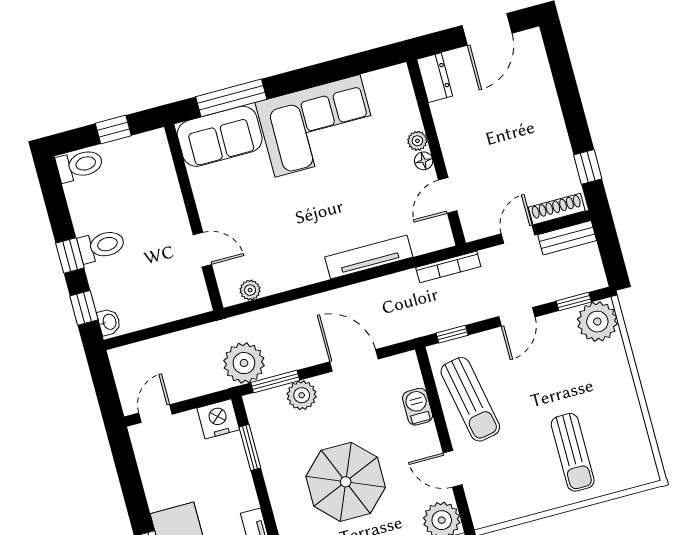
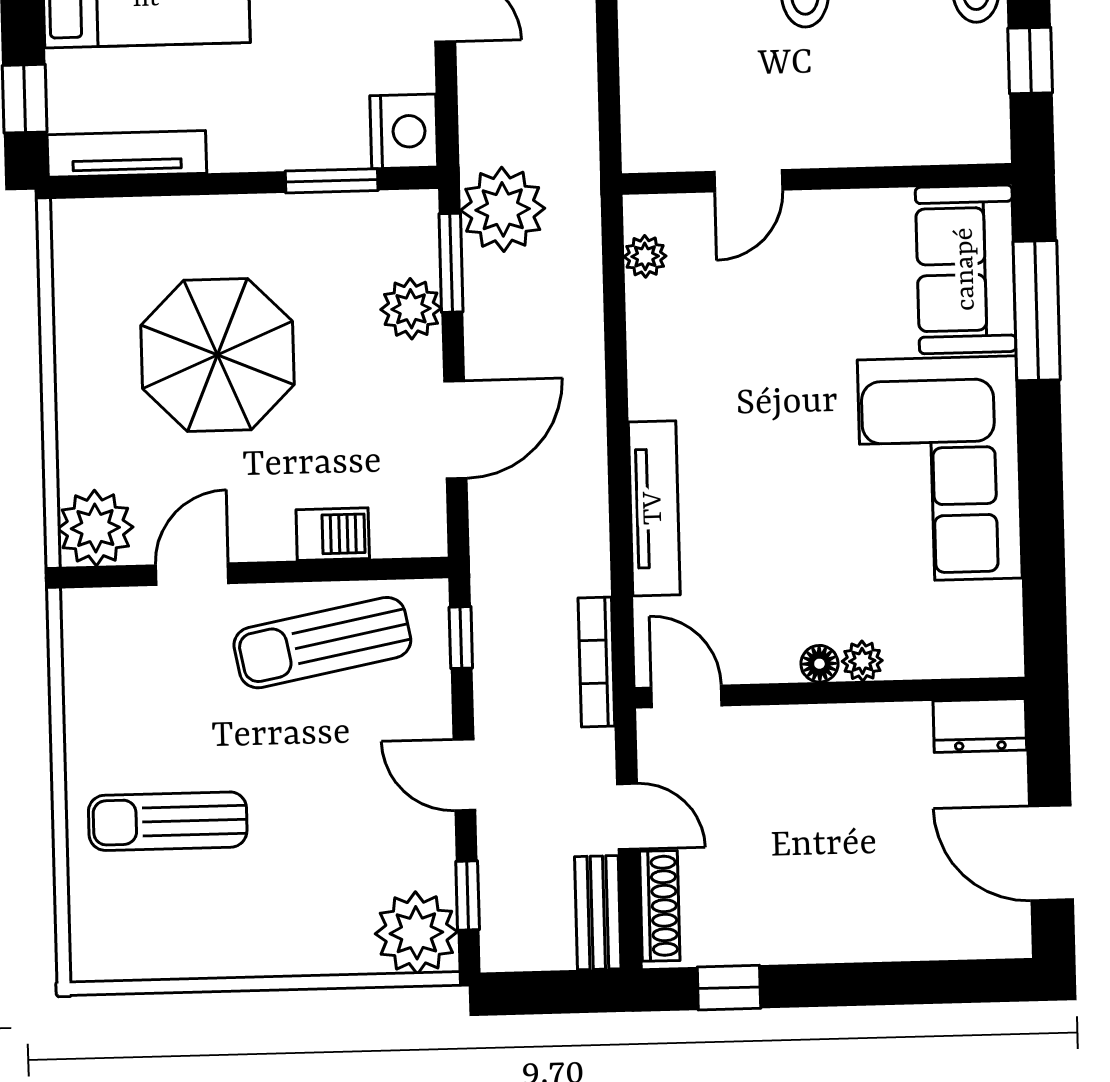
door: (448, 195) -> (687, 696), moved

